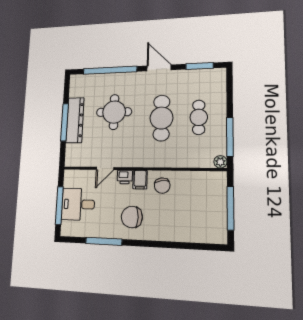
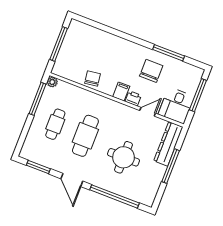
dresser: (75, 120) -> (168, 144), moved
chair: (162, 186) -> (93, 78), moved
desk: (78, 204) -> (176, 105), moved, turned 90
chair: (132, 217) -> (151, 71), moved, turned -90

